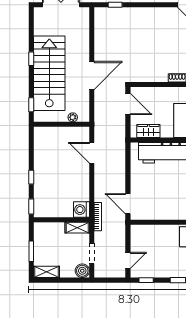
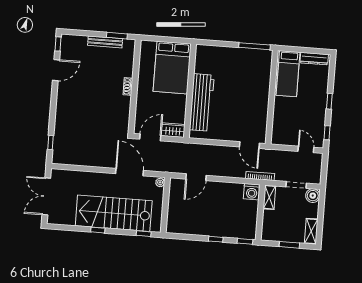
door: (92, 75) -> (129, 172), moved
plant: (73, 117) -> (160, 182), moved
wardrobe: (148, 131) -> (173, 130), moved, turned 90
door: (128, 204) -> (249, 145), hinge flipped

